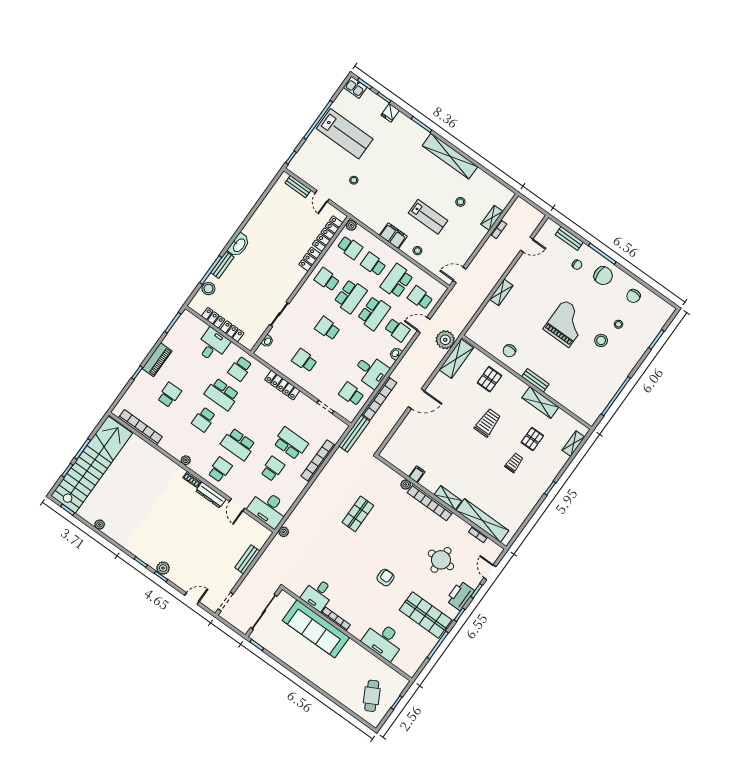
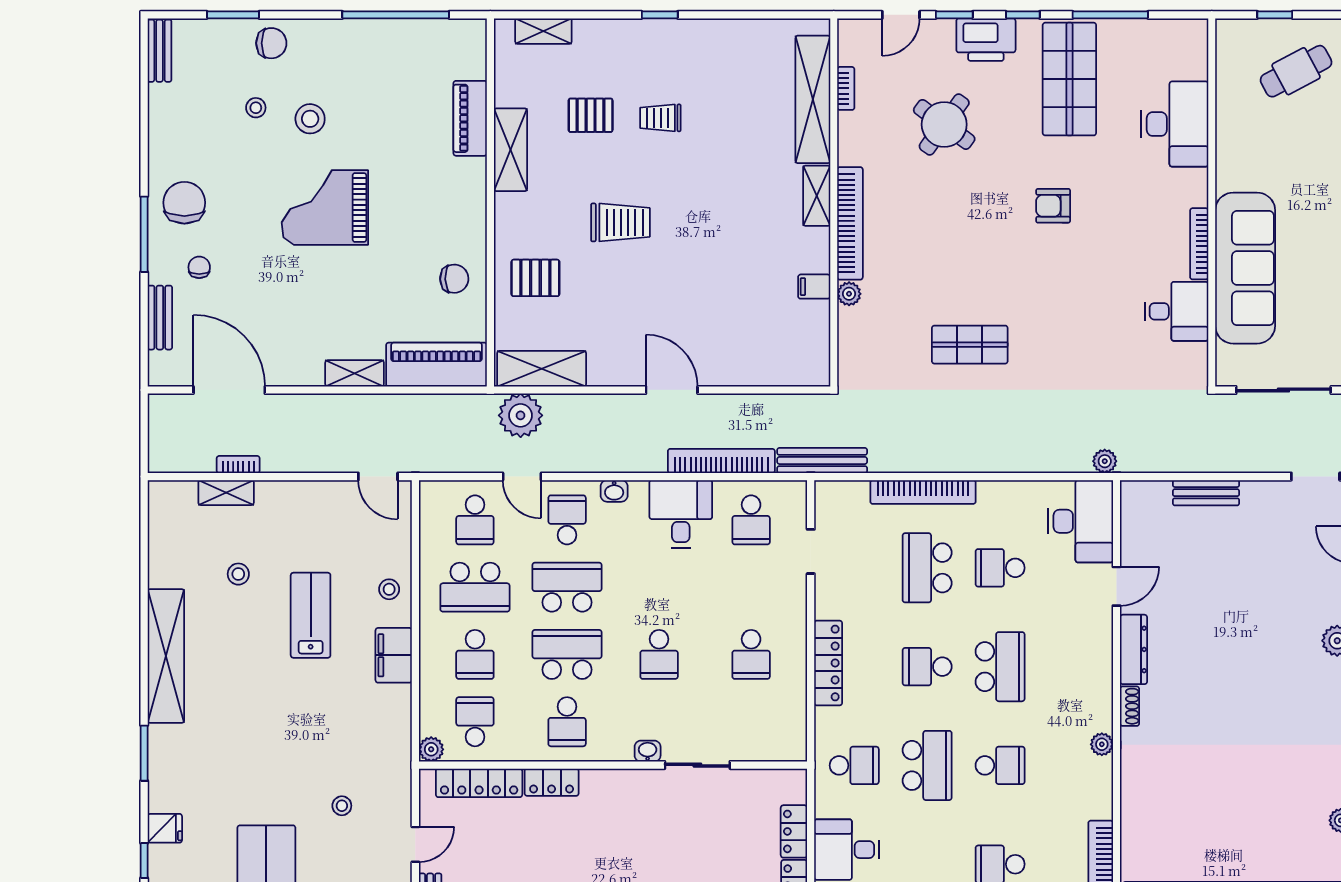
door: (527, 245) -> (229, 390), width x1.87
chair: (633, 296) -> (271, 43), moved
piano: (484, 323) -> (437, 365), added
washbasin: (267, 341) -> (648, 751), moved
bench: (535, 380) -> (159, 51), moved
piano: (561, 396) -> (470, 118), added
trolley: (488, 423) -> (620, 222), turned 180
school desk: (220, 470) -> (927, 667), moved
round table: (441, 560) -> (944, 124), turned 36

